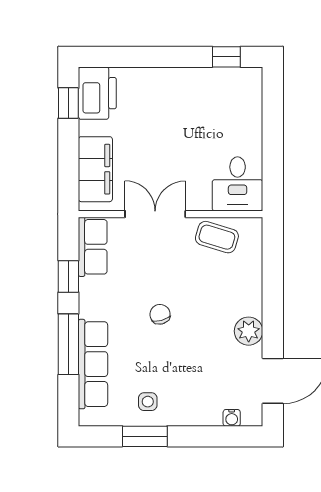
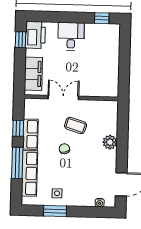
desk: (238, 184) -> (71, 36), moved, turned 180
coffee table: (217, 237) -> (76, 125), moved
row of seats: (93, 247) -> (30, 134), moved
plant: (249, 331) -> (110, 142), moved

